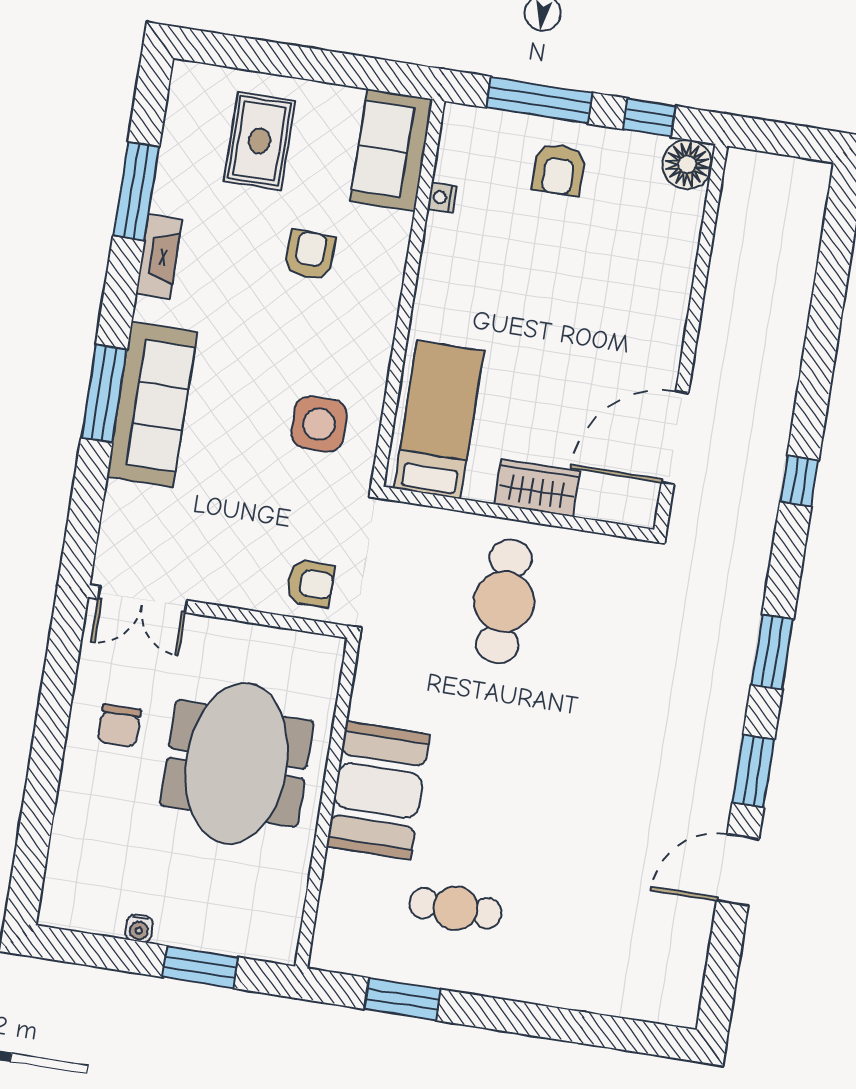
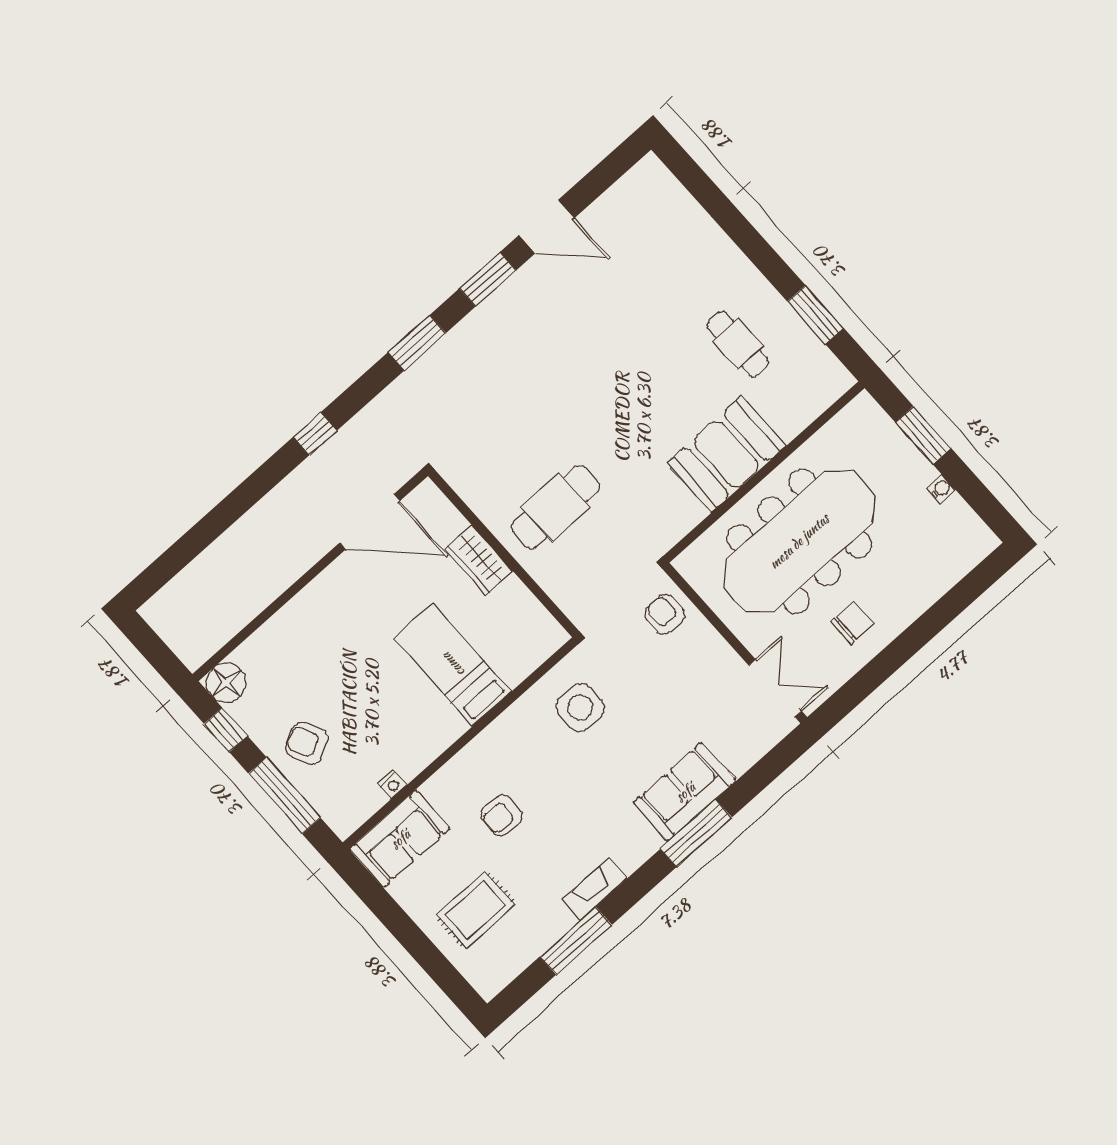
armchair: (559, 170) -> (307, 743), turned -115
sofa: (152, 404) -> (685, 792), width x0.73
bed: (439, 420) -> (453, 665), moved, turned 90
meeting table: (237, 763) -> (799, 541), width x1.36

